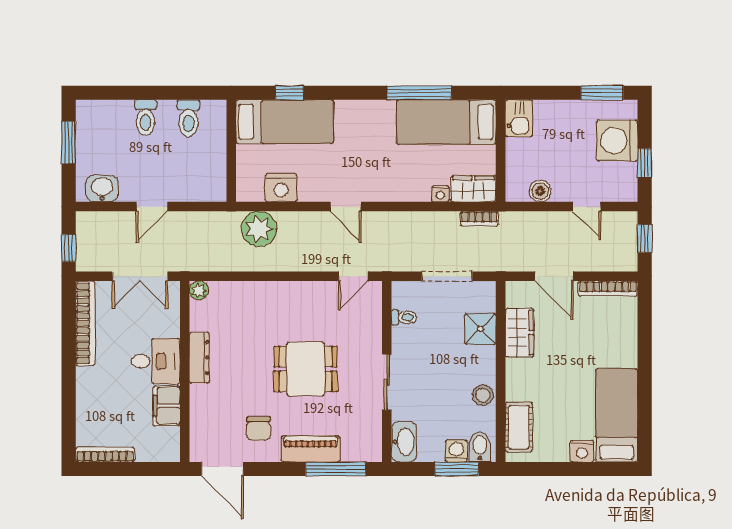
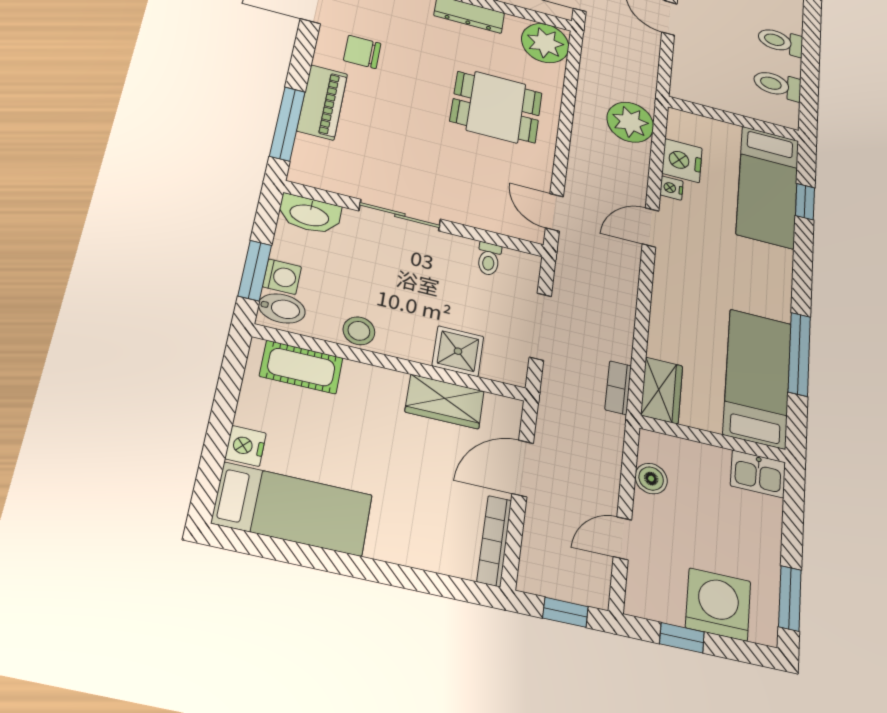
nightstand: (440, 194) -> (672, 188), moved
plant: (199, 290) -> (545, 43), width x1.88, depth x1.88
dining table: (306, 369) -> (496, 107), moved, turned 90

